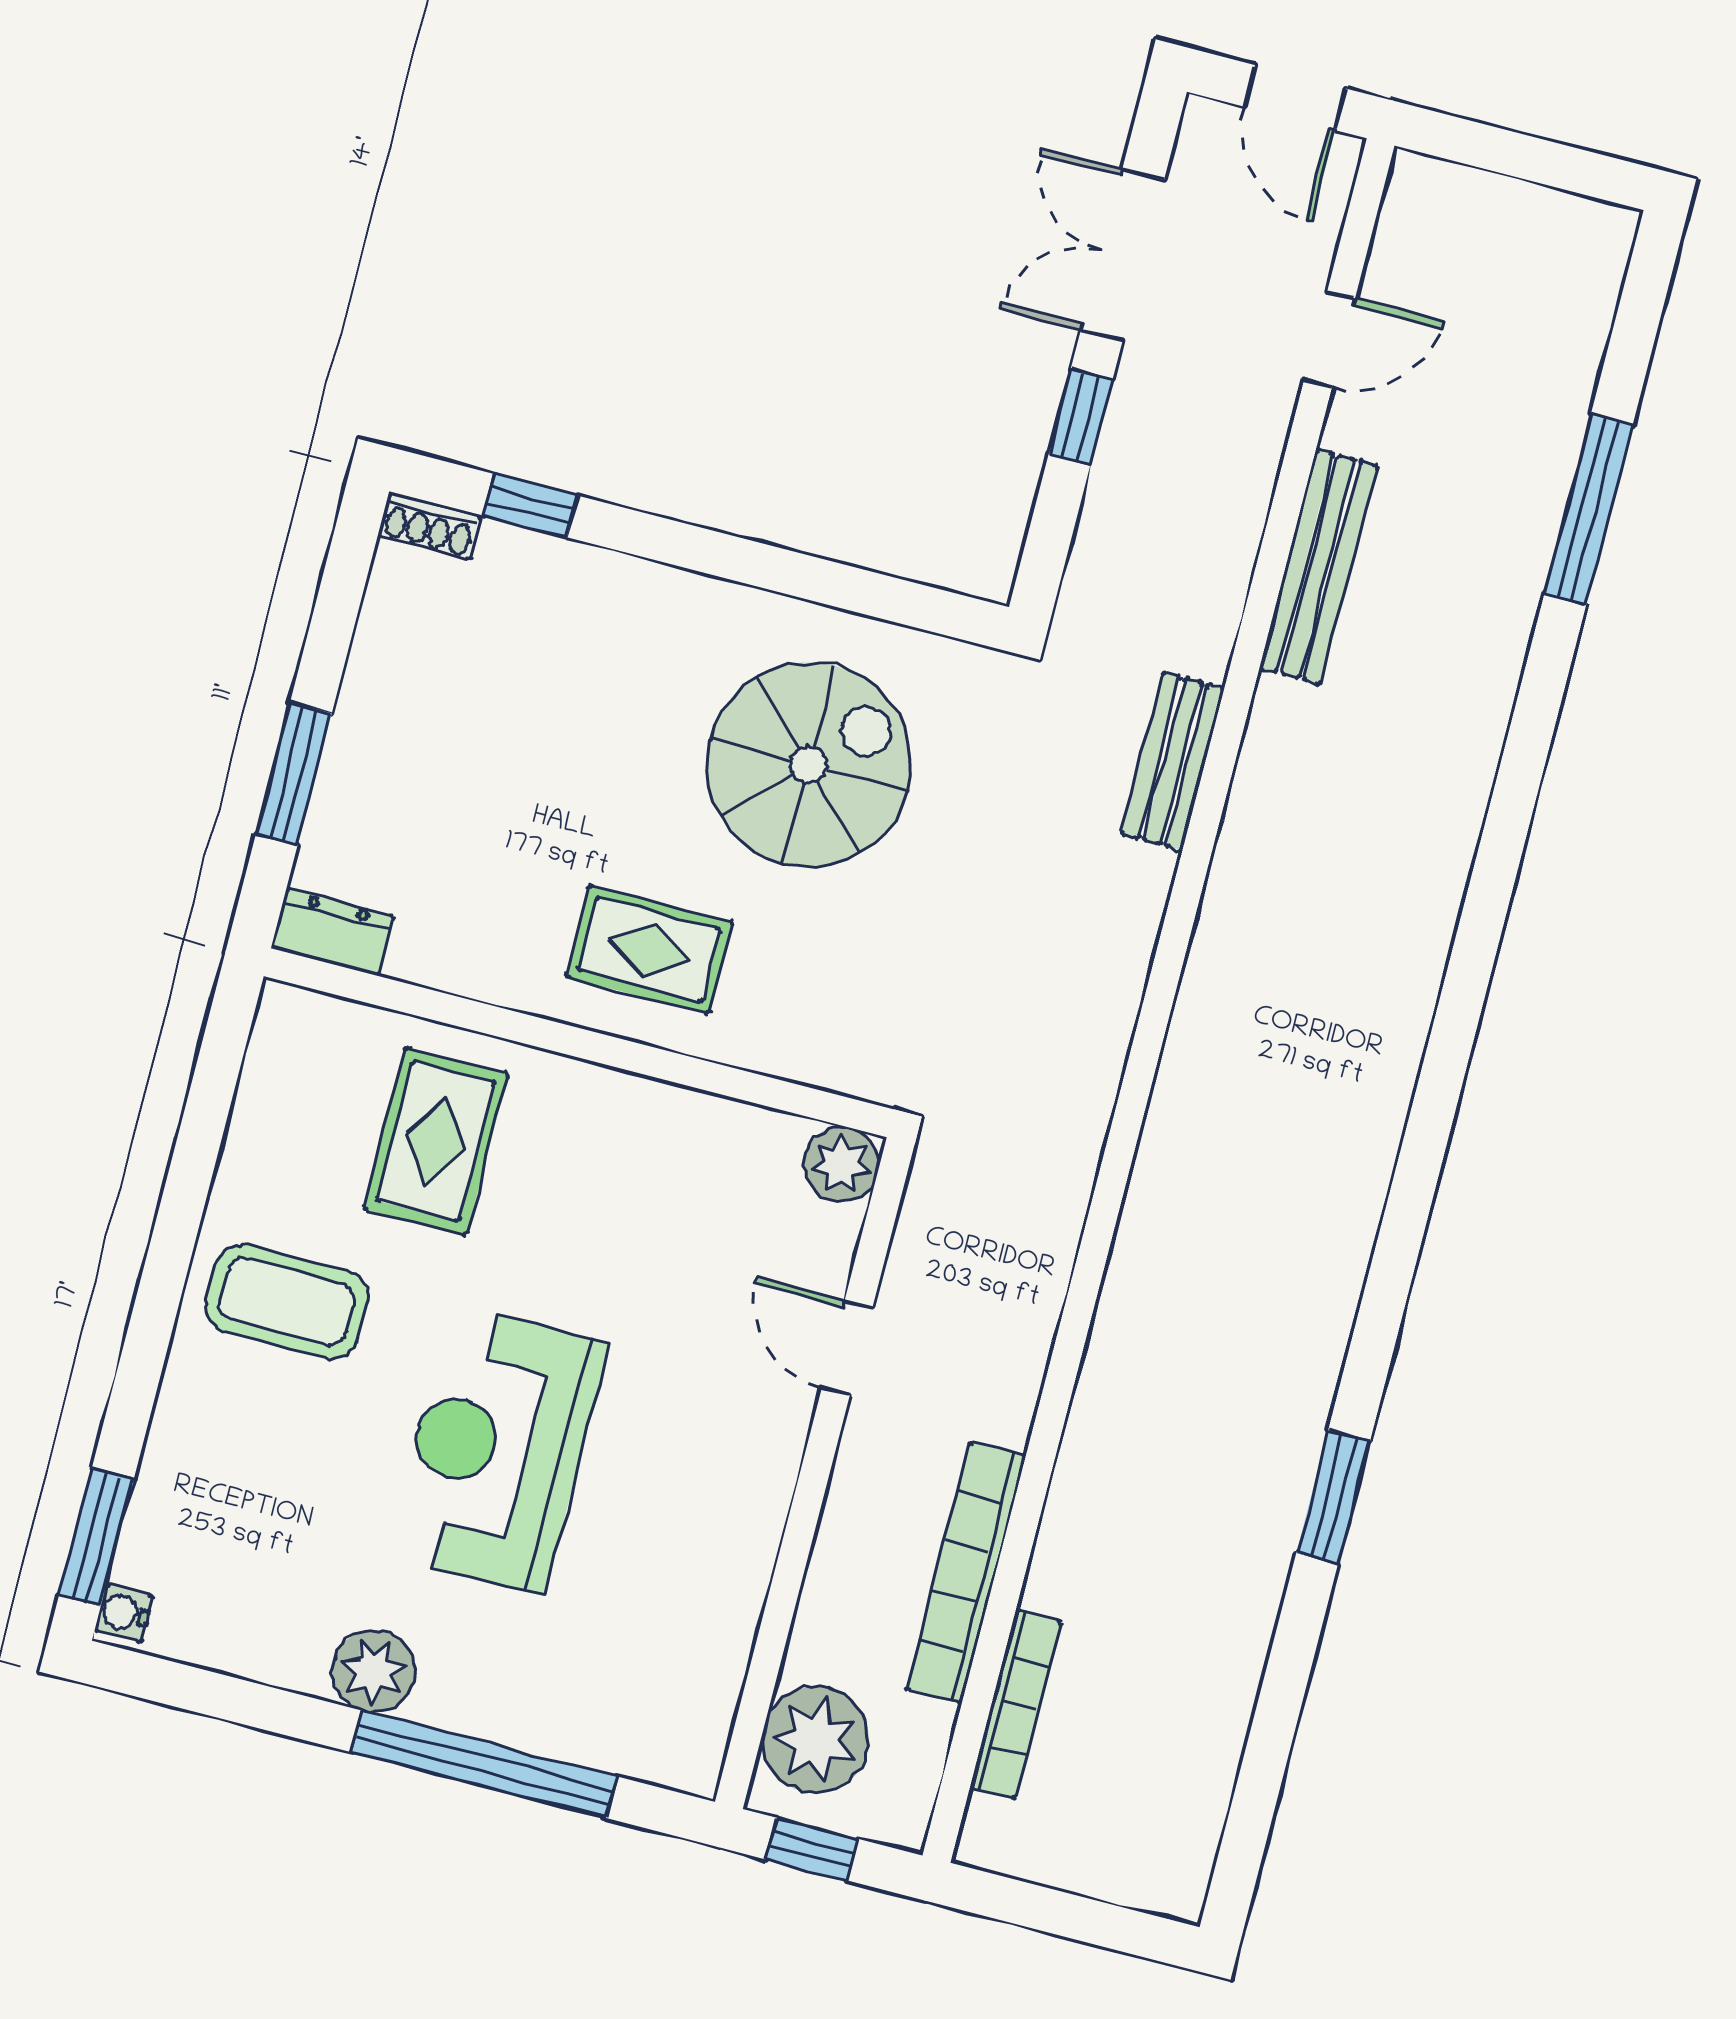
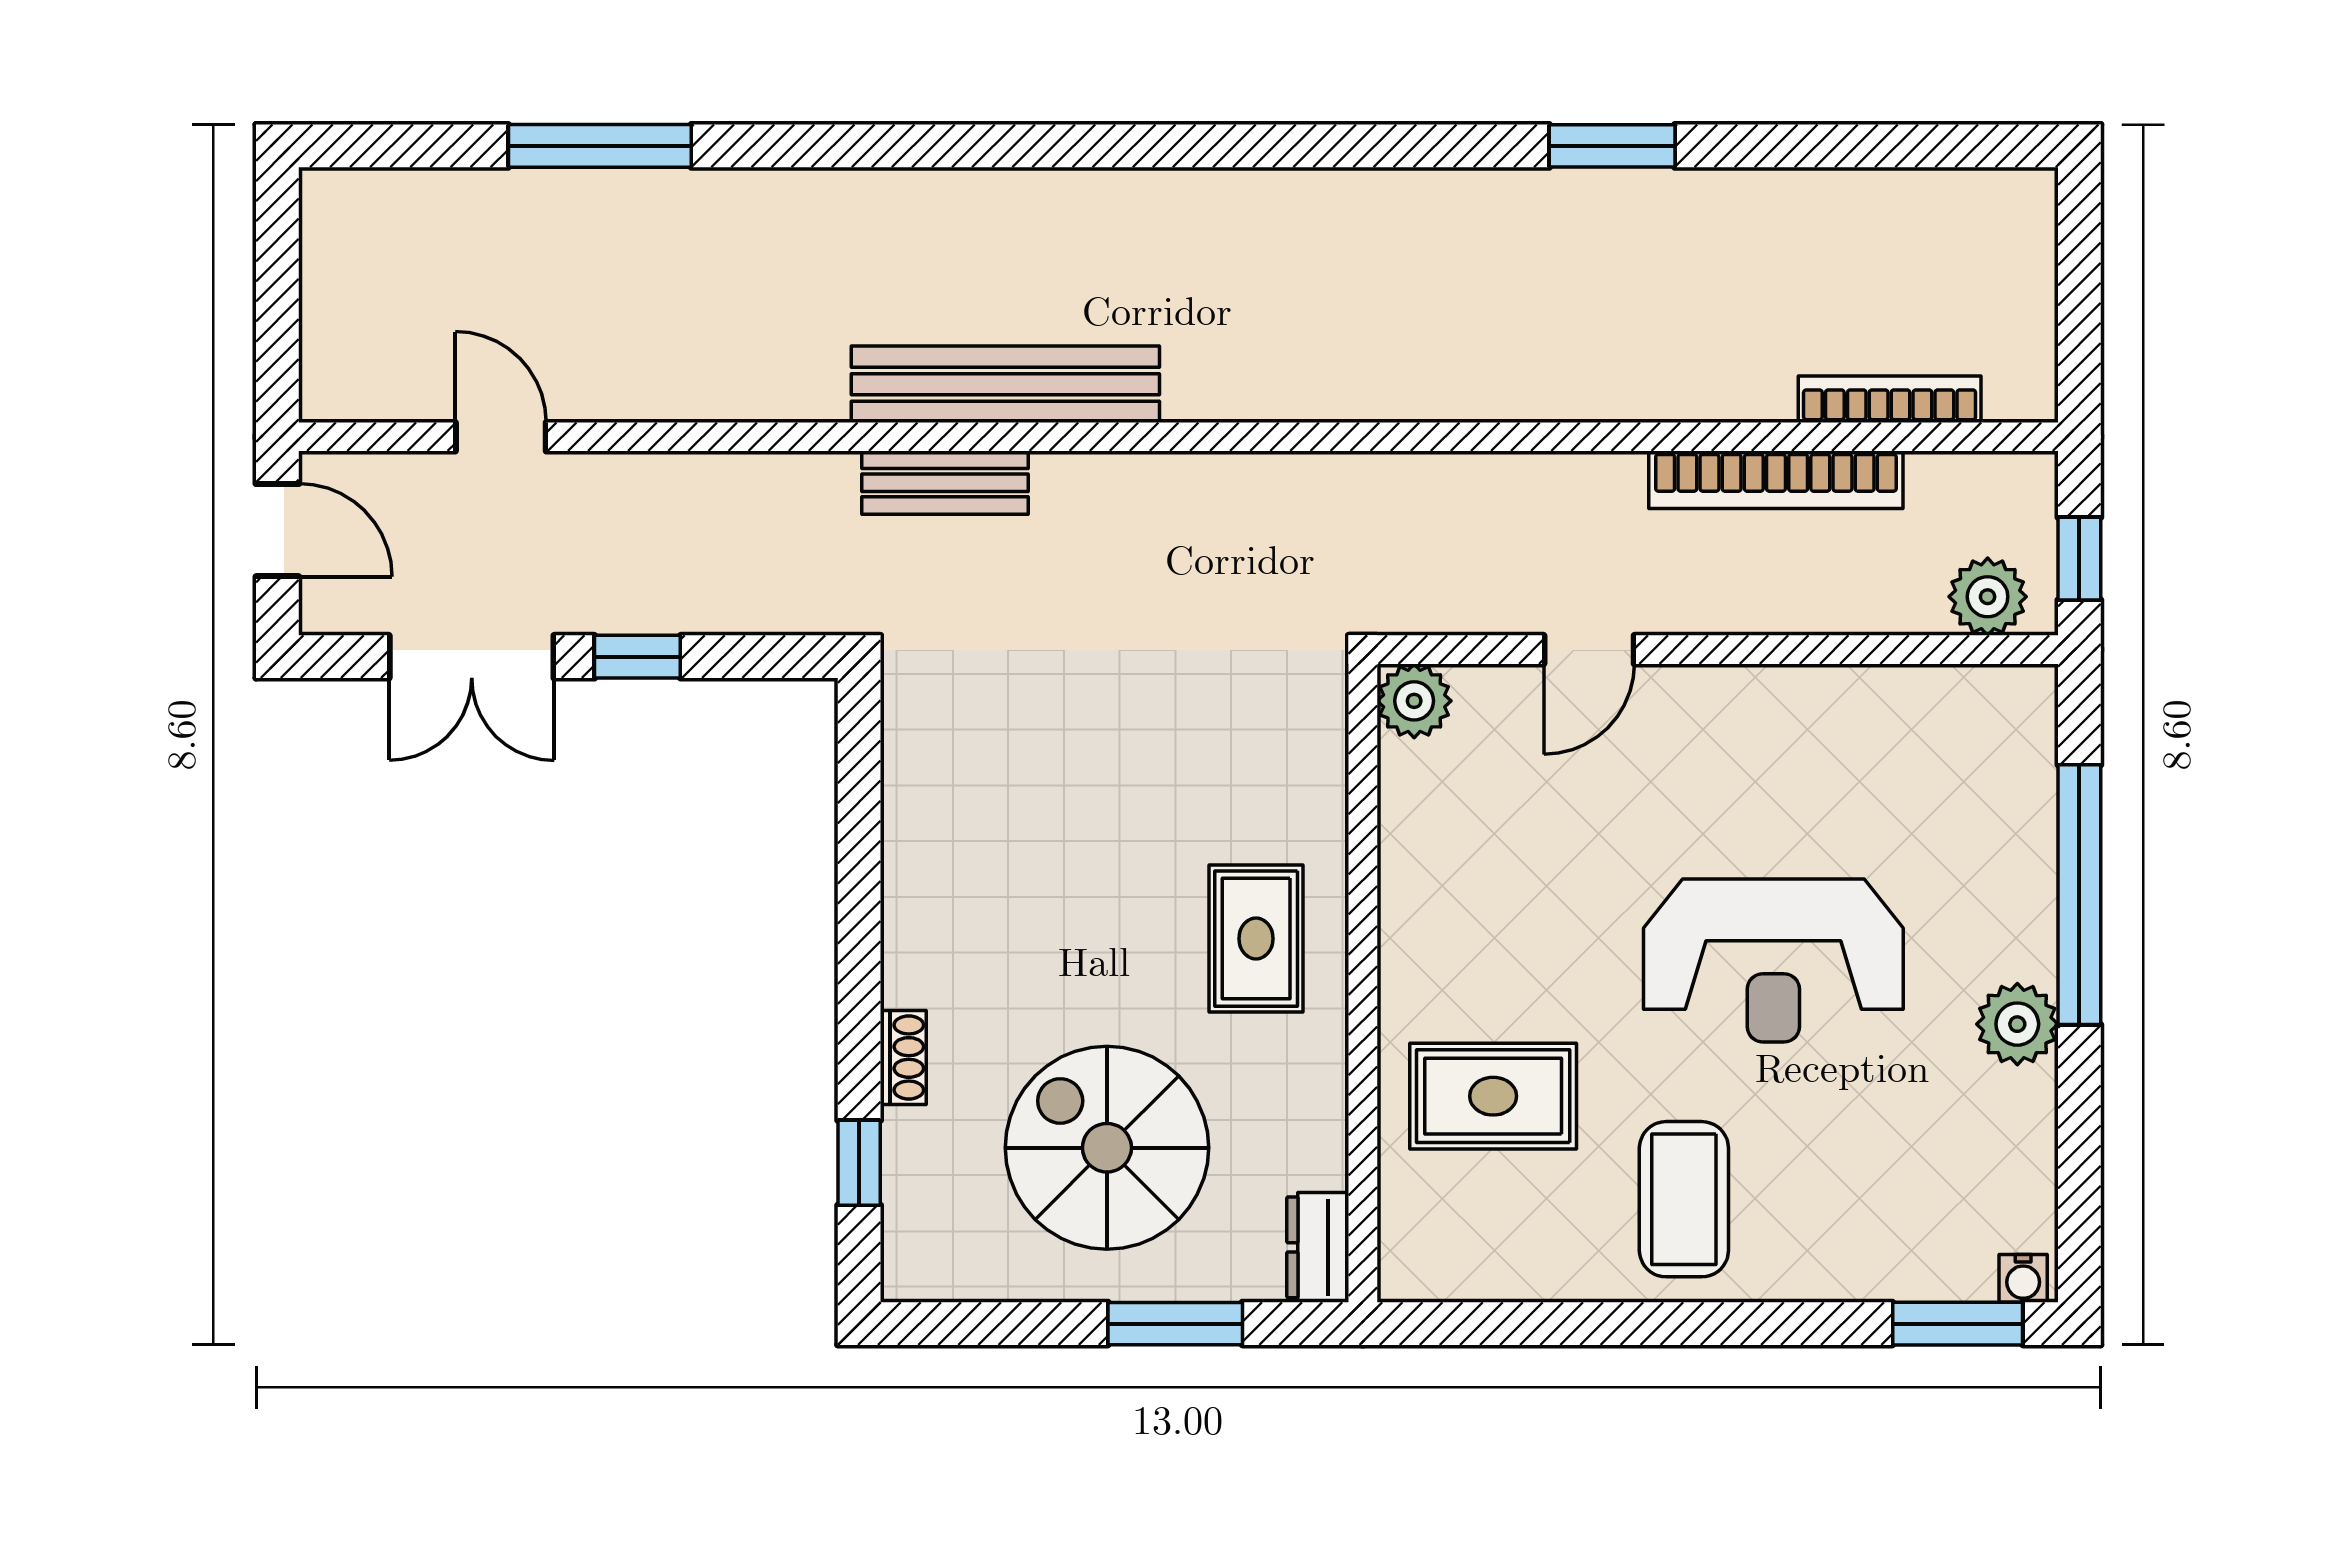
door: (1295, 98) -> (277, 530), hinge flipped
shoe rack: (429, 525) -> (903, 1057), moved
bench: (1318, 567) -> (1005, 384), moved, width x1.37, depth x1.21
spiral stairs: (809, 765) -> (1107, 1148), moved
plant: (816, 1740) -> (1988, 597), width x0.73, depth x0.73

